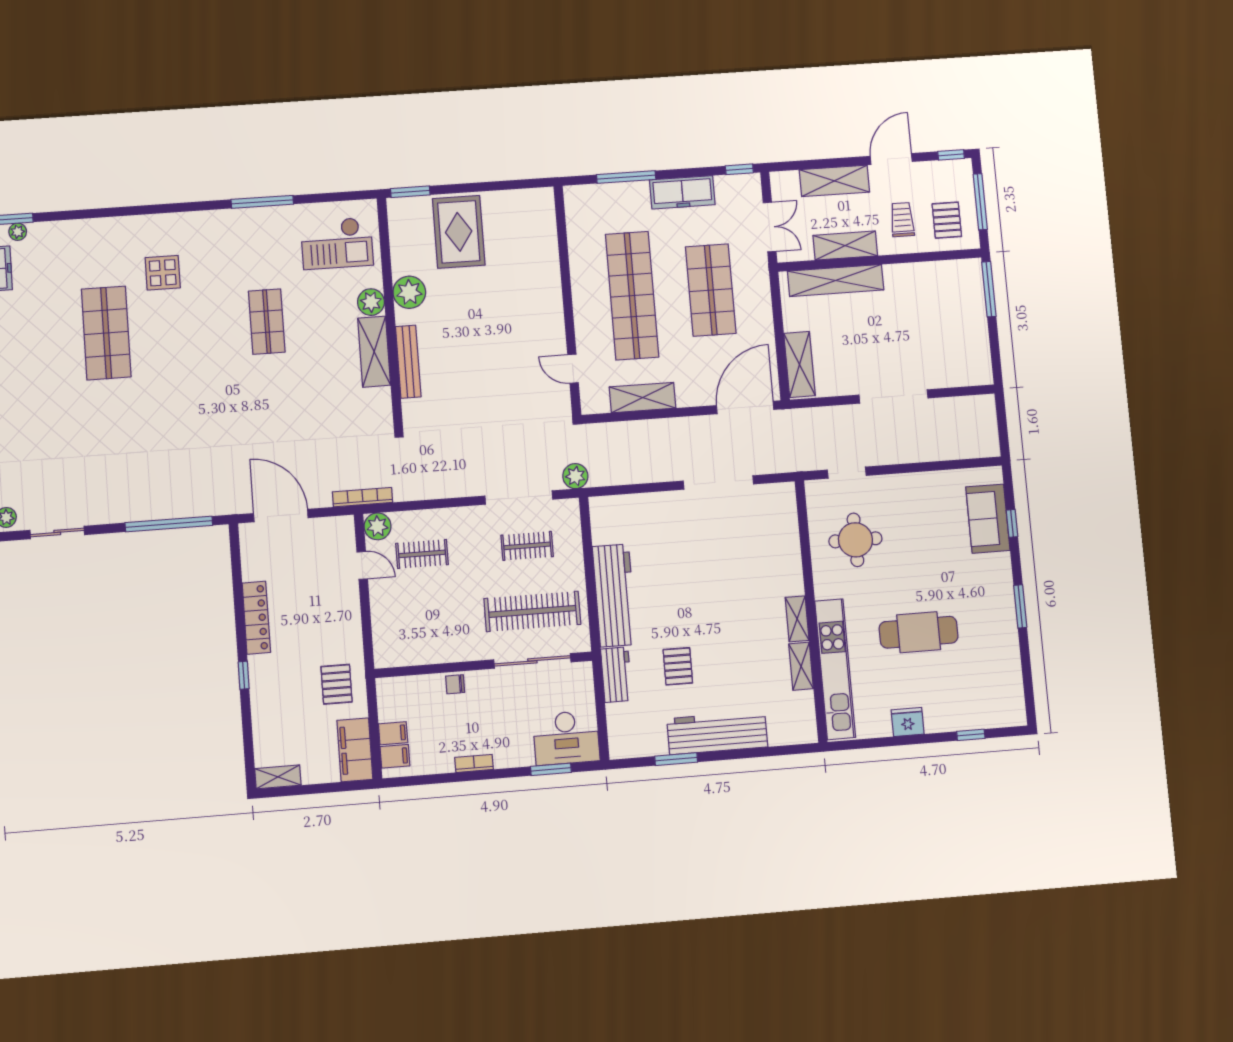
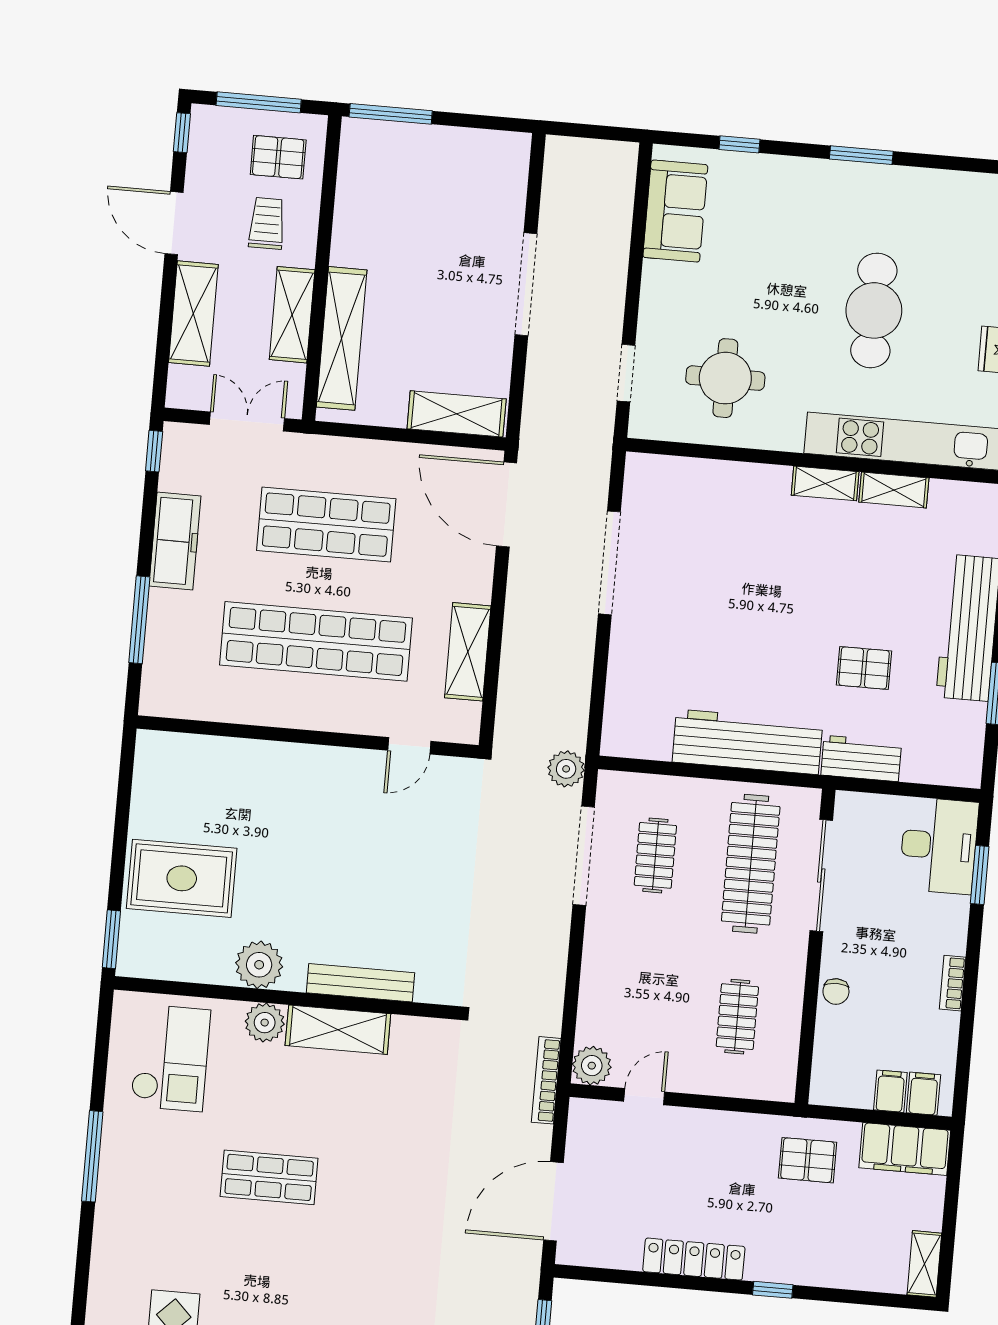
trolley: (902, 220) -> (267, 223), turned 90
sofa: (988, 519) -> (675, 211), moved, turned -90
clothes rail: (422, 554) -> (737, 1017), moved

